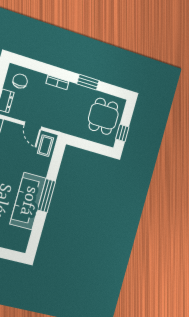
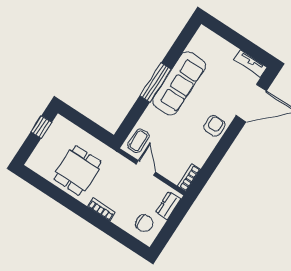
chair: (20, 81) -> (144, 223), turned -90
window: (88, 82) -> (65, 199), removed
dining table: (103, 116) -> (77, 170), moved

